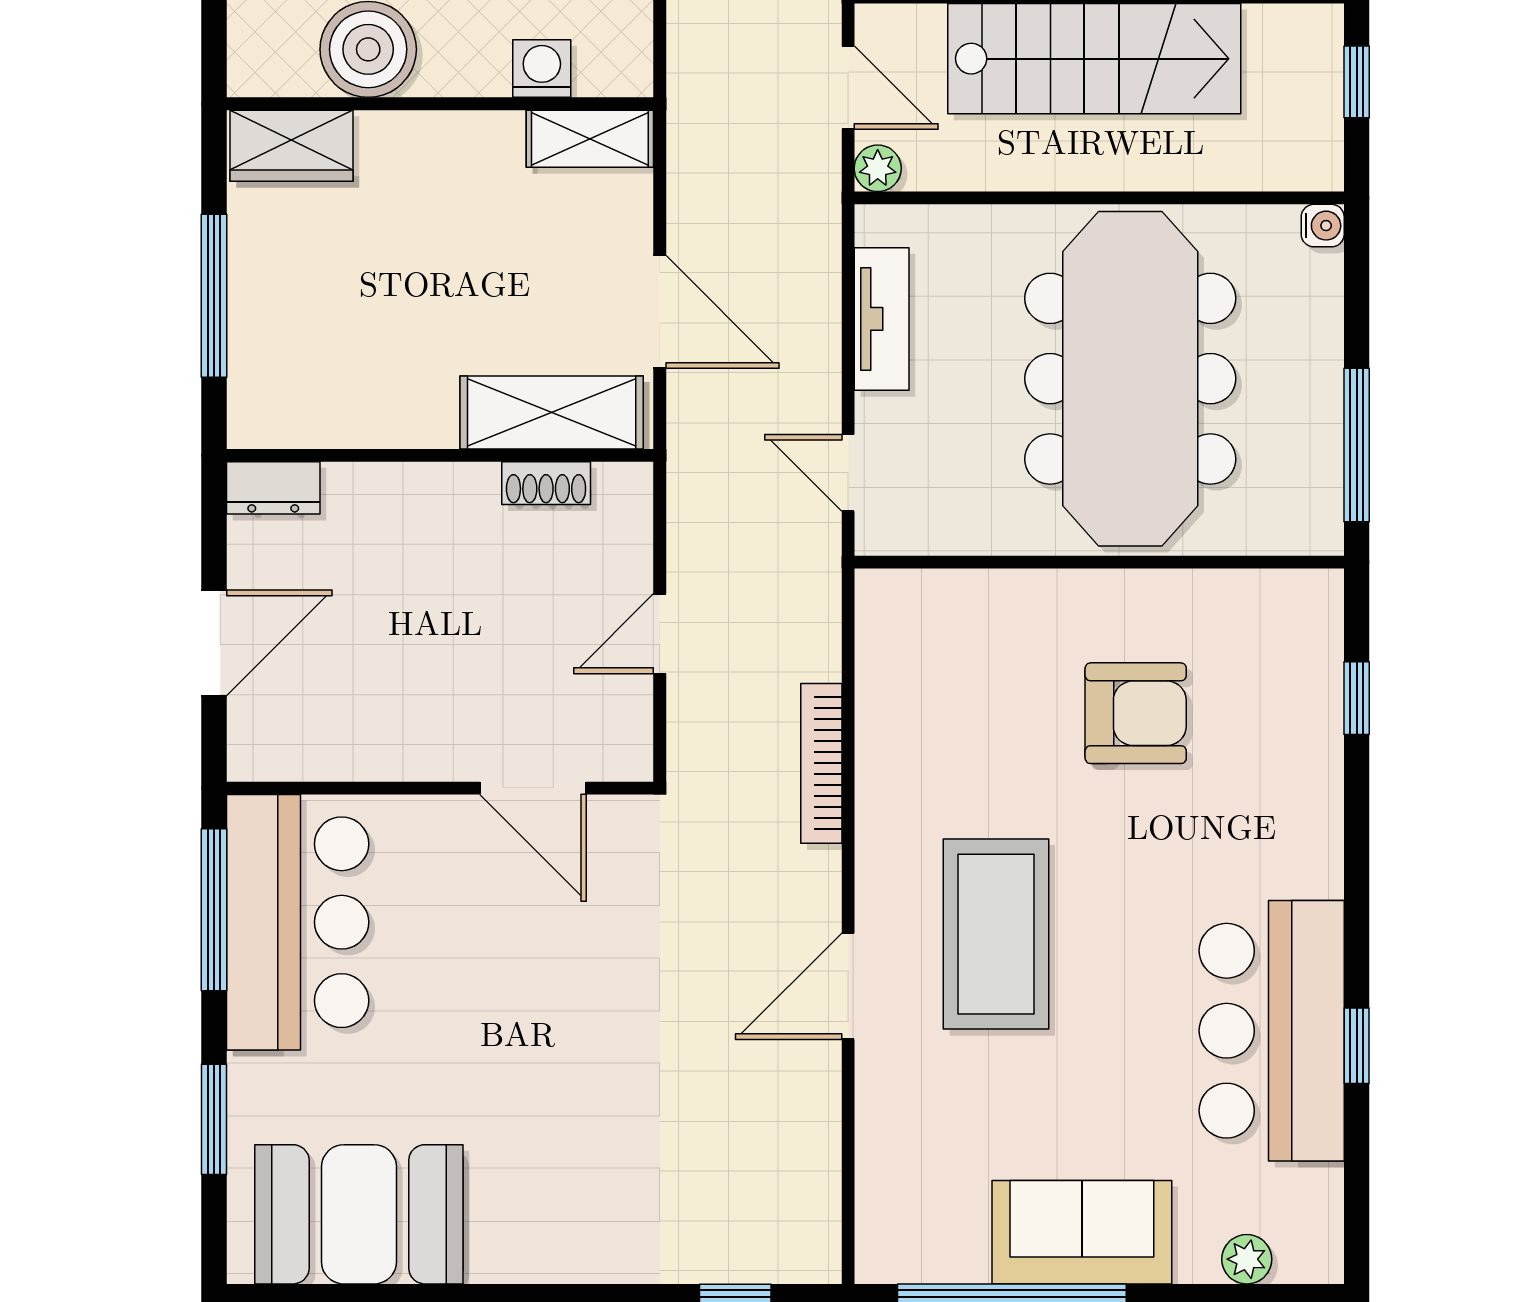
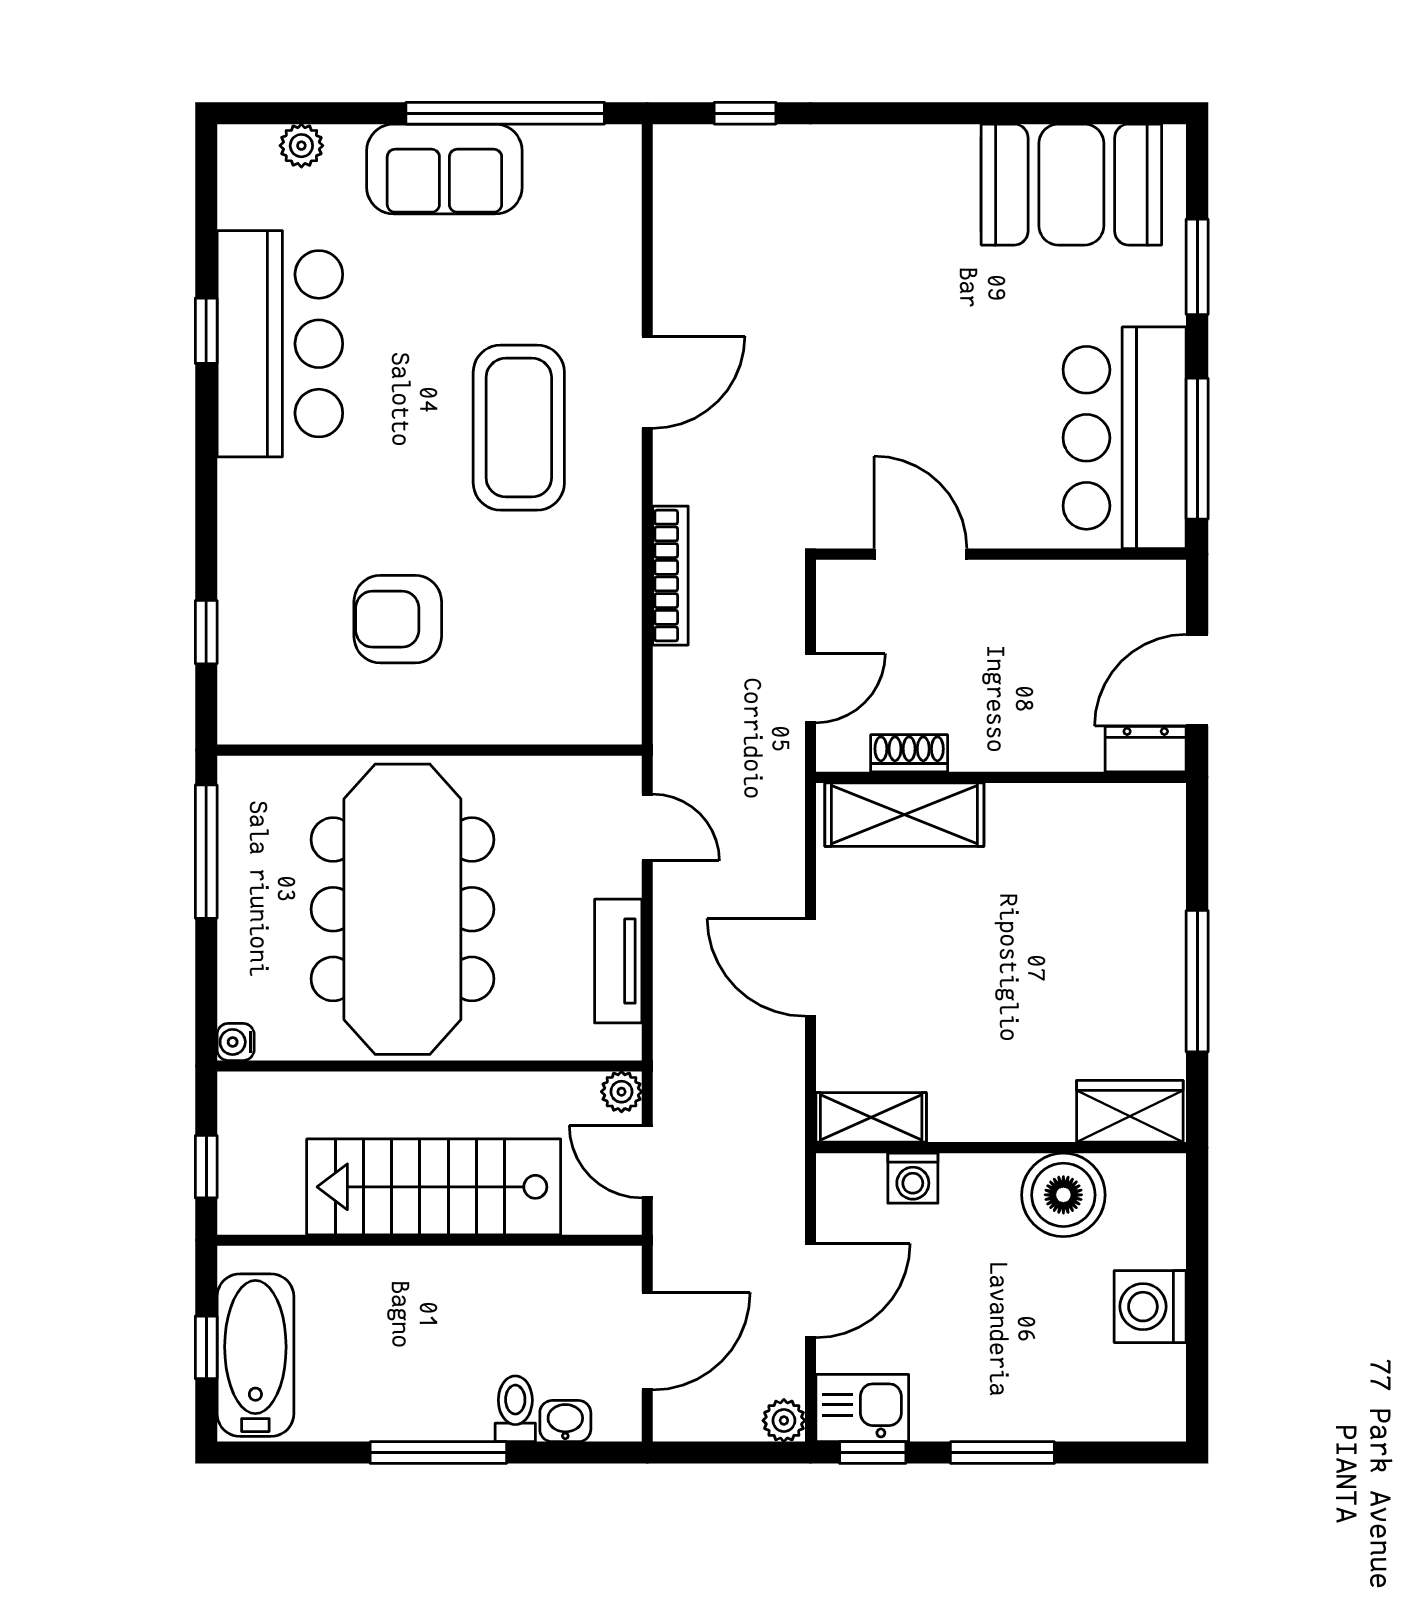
shelving: (552, 412) -> (904, 815), moved
wall: (440, 455) -> (1001, 777), moved
shoe rack: (546, 483) -> (909, 753), moved
dresser: (273, 488) -> (1146, 749), moved

